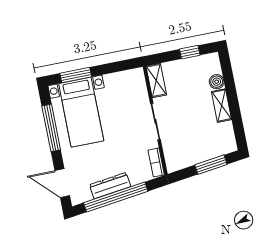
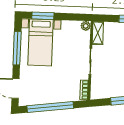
plant: (137, 75) -> (86, 26), added
dresser: (110, 186) -> (48, 98), removed

